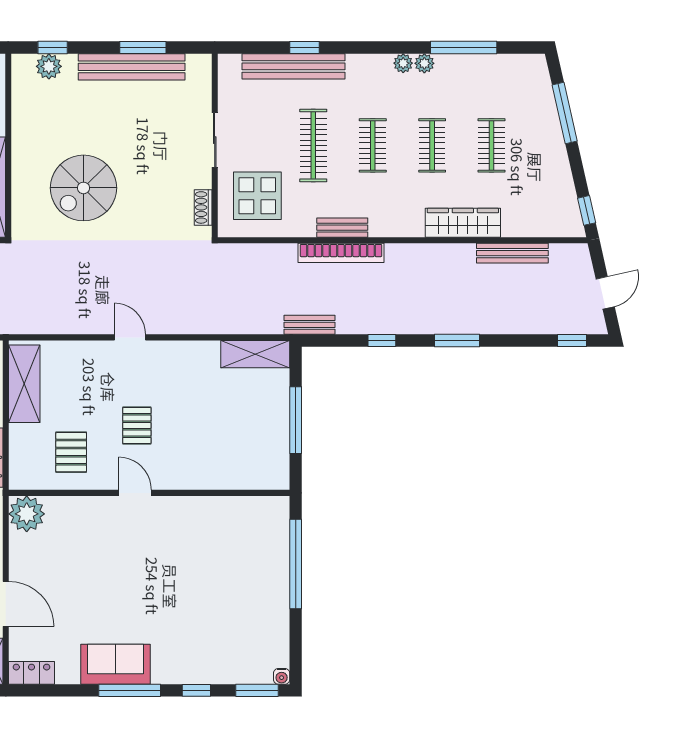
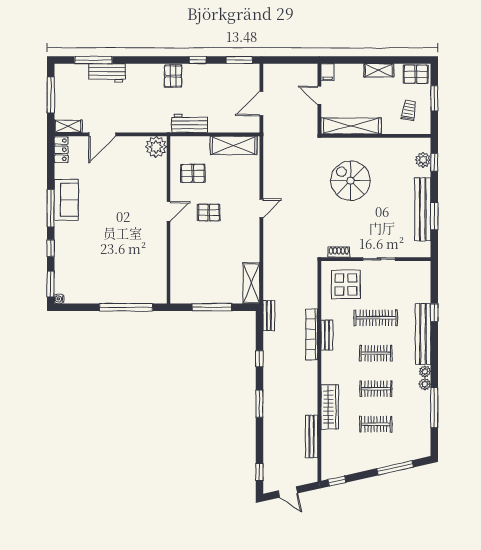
bench: (293, 66) -> (423, 334), moved

